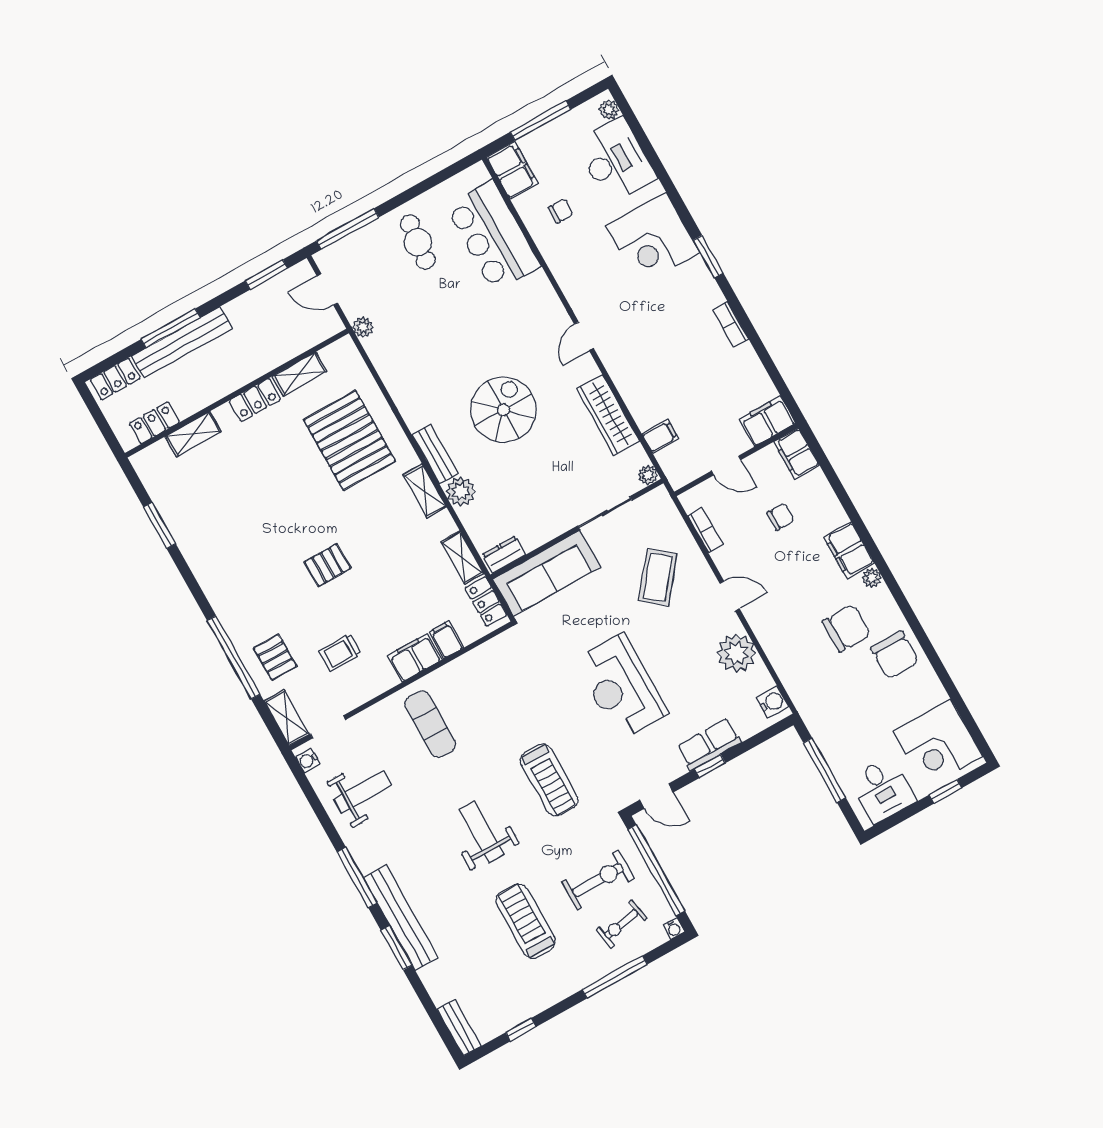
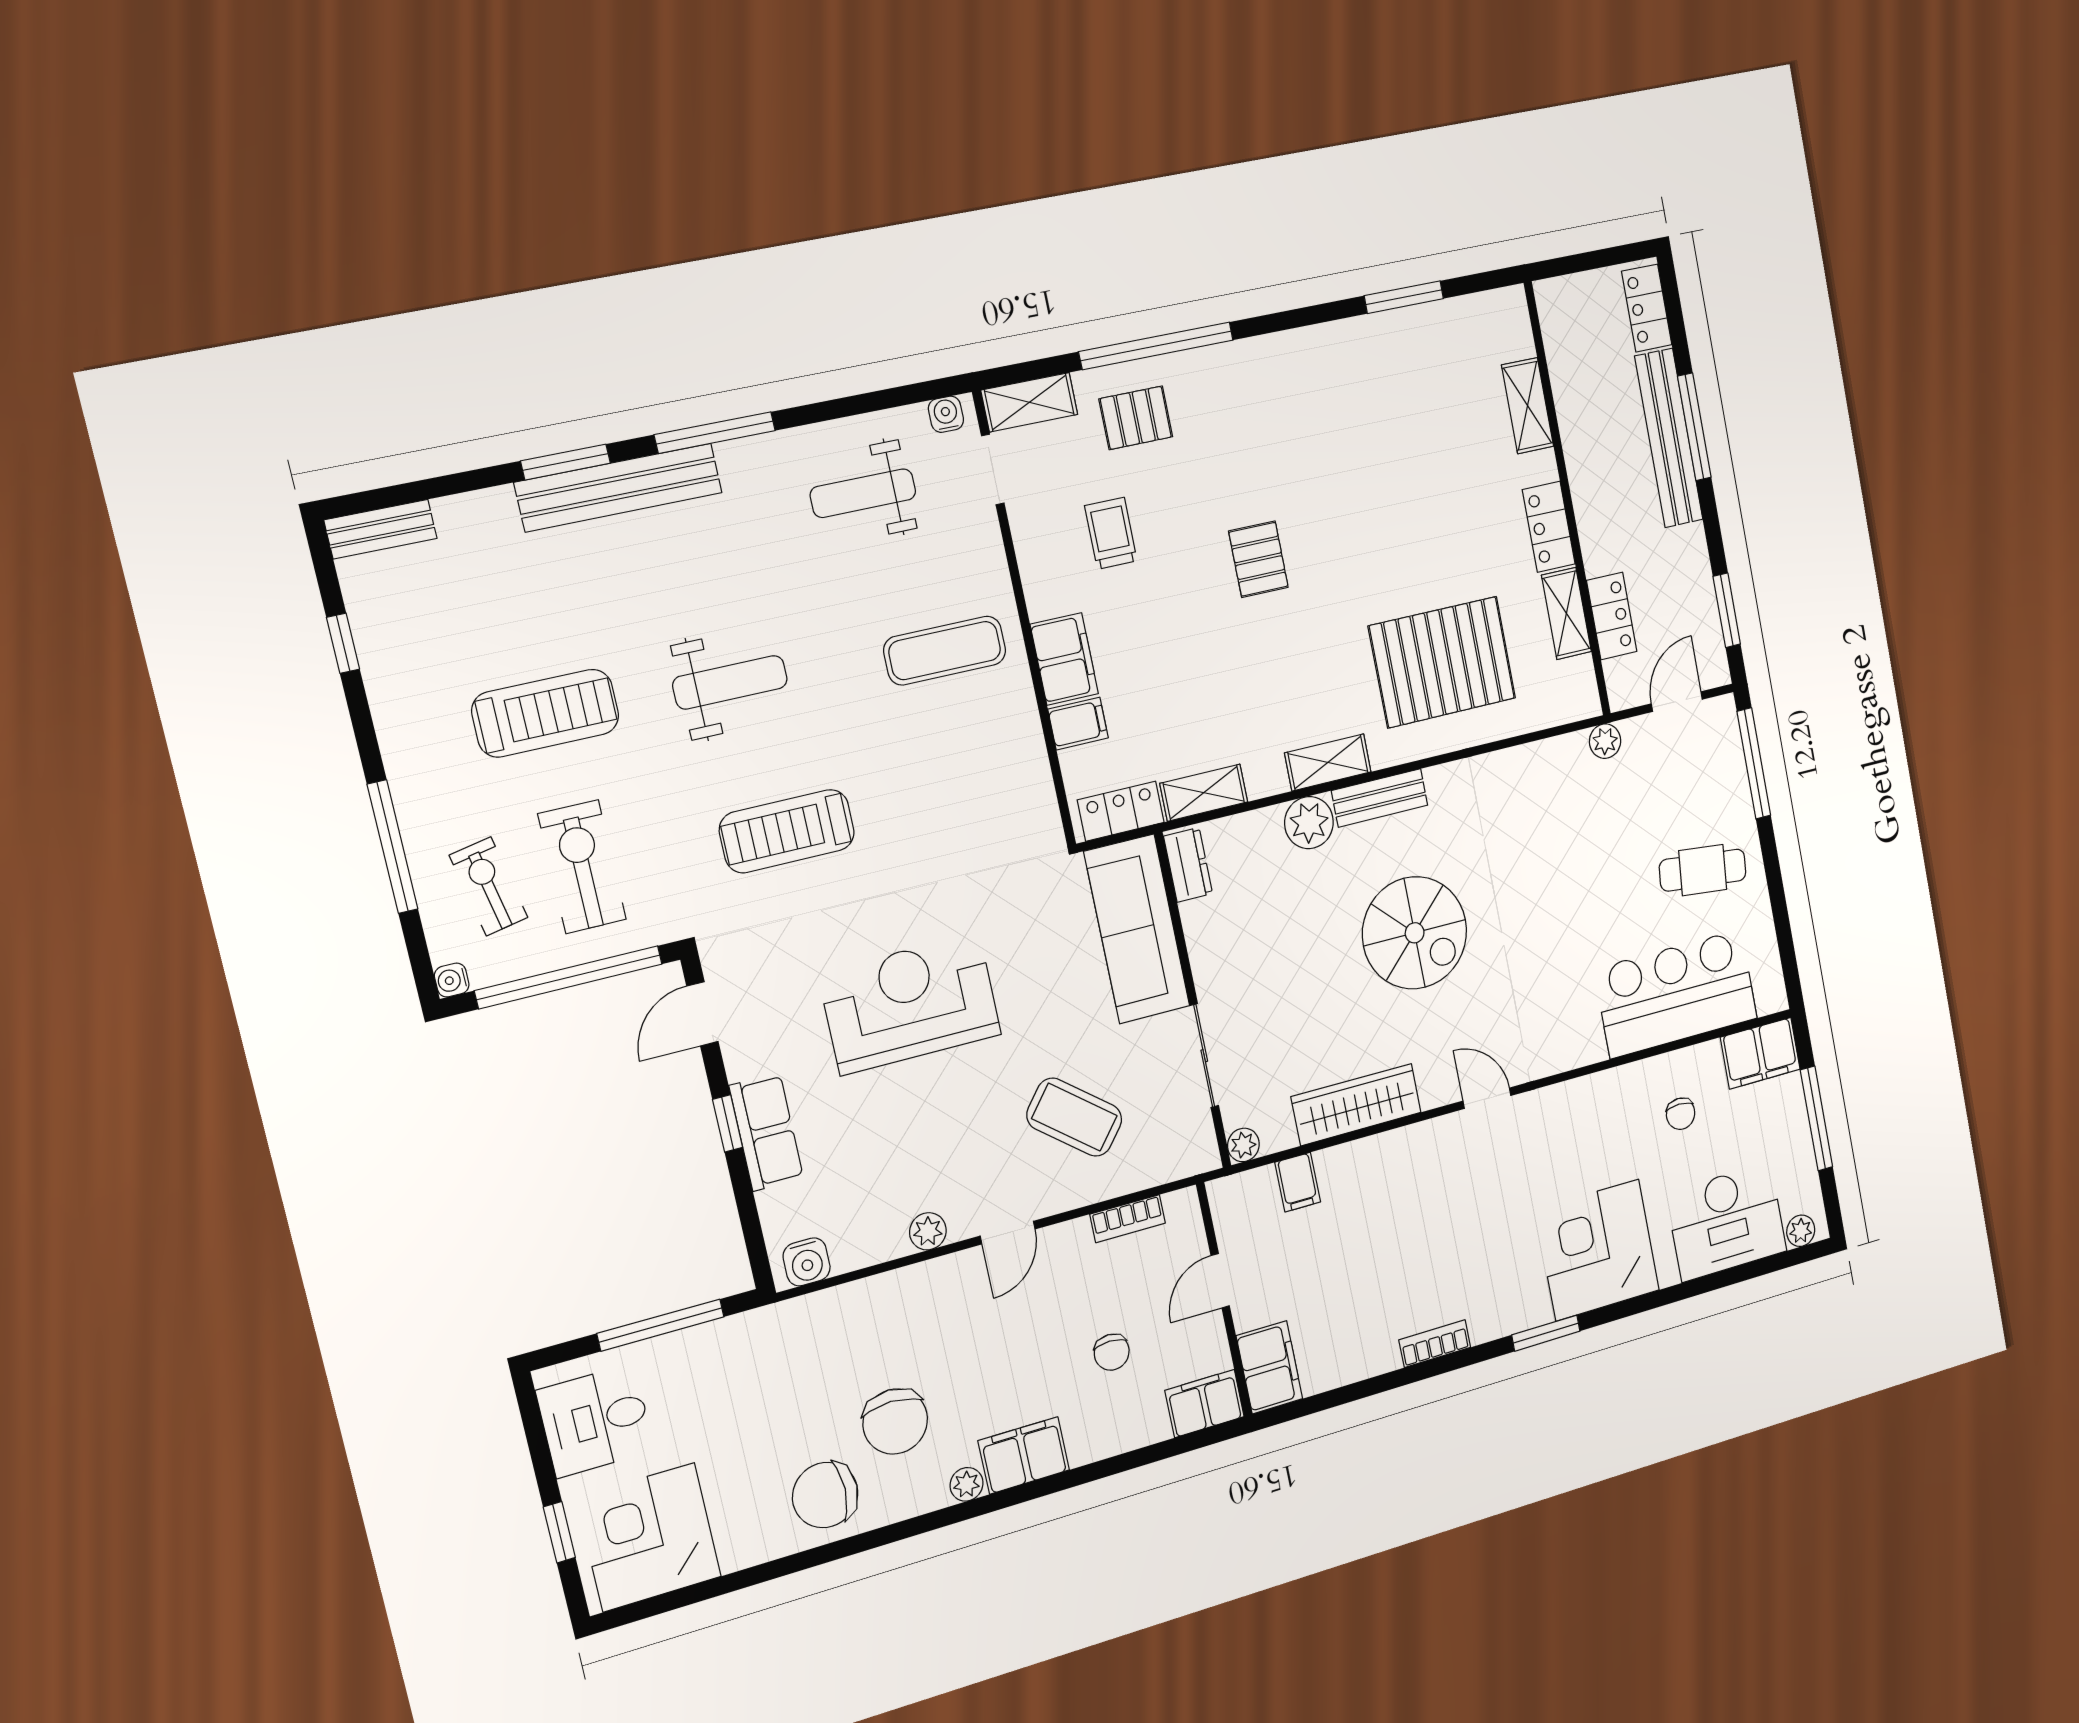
locker: (154, 423) -> (1612, 616), moved
plant: (736, 653) -> (928, 1231), width x0.53, depth x0.53
weight bench: (363, 792) -> (863, 493), turned 90
exercise bike: (598, 880) -> (582, 867), turned 180

